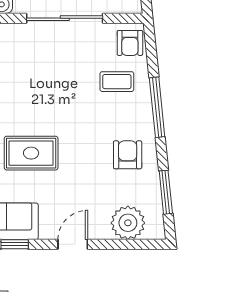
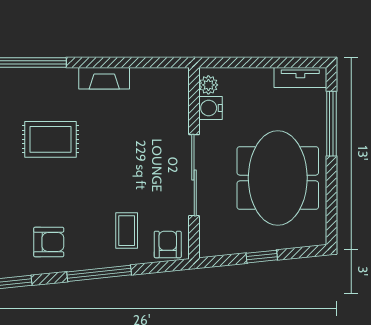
armchair: (130, 43) -> (168, 244), turned 90
rug: (31, 153) -> (51, 139), turned 90

